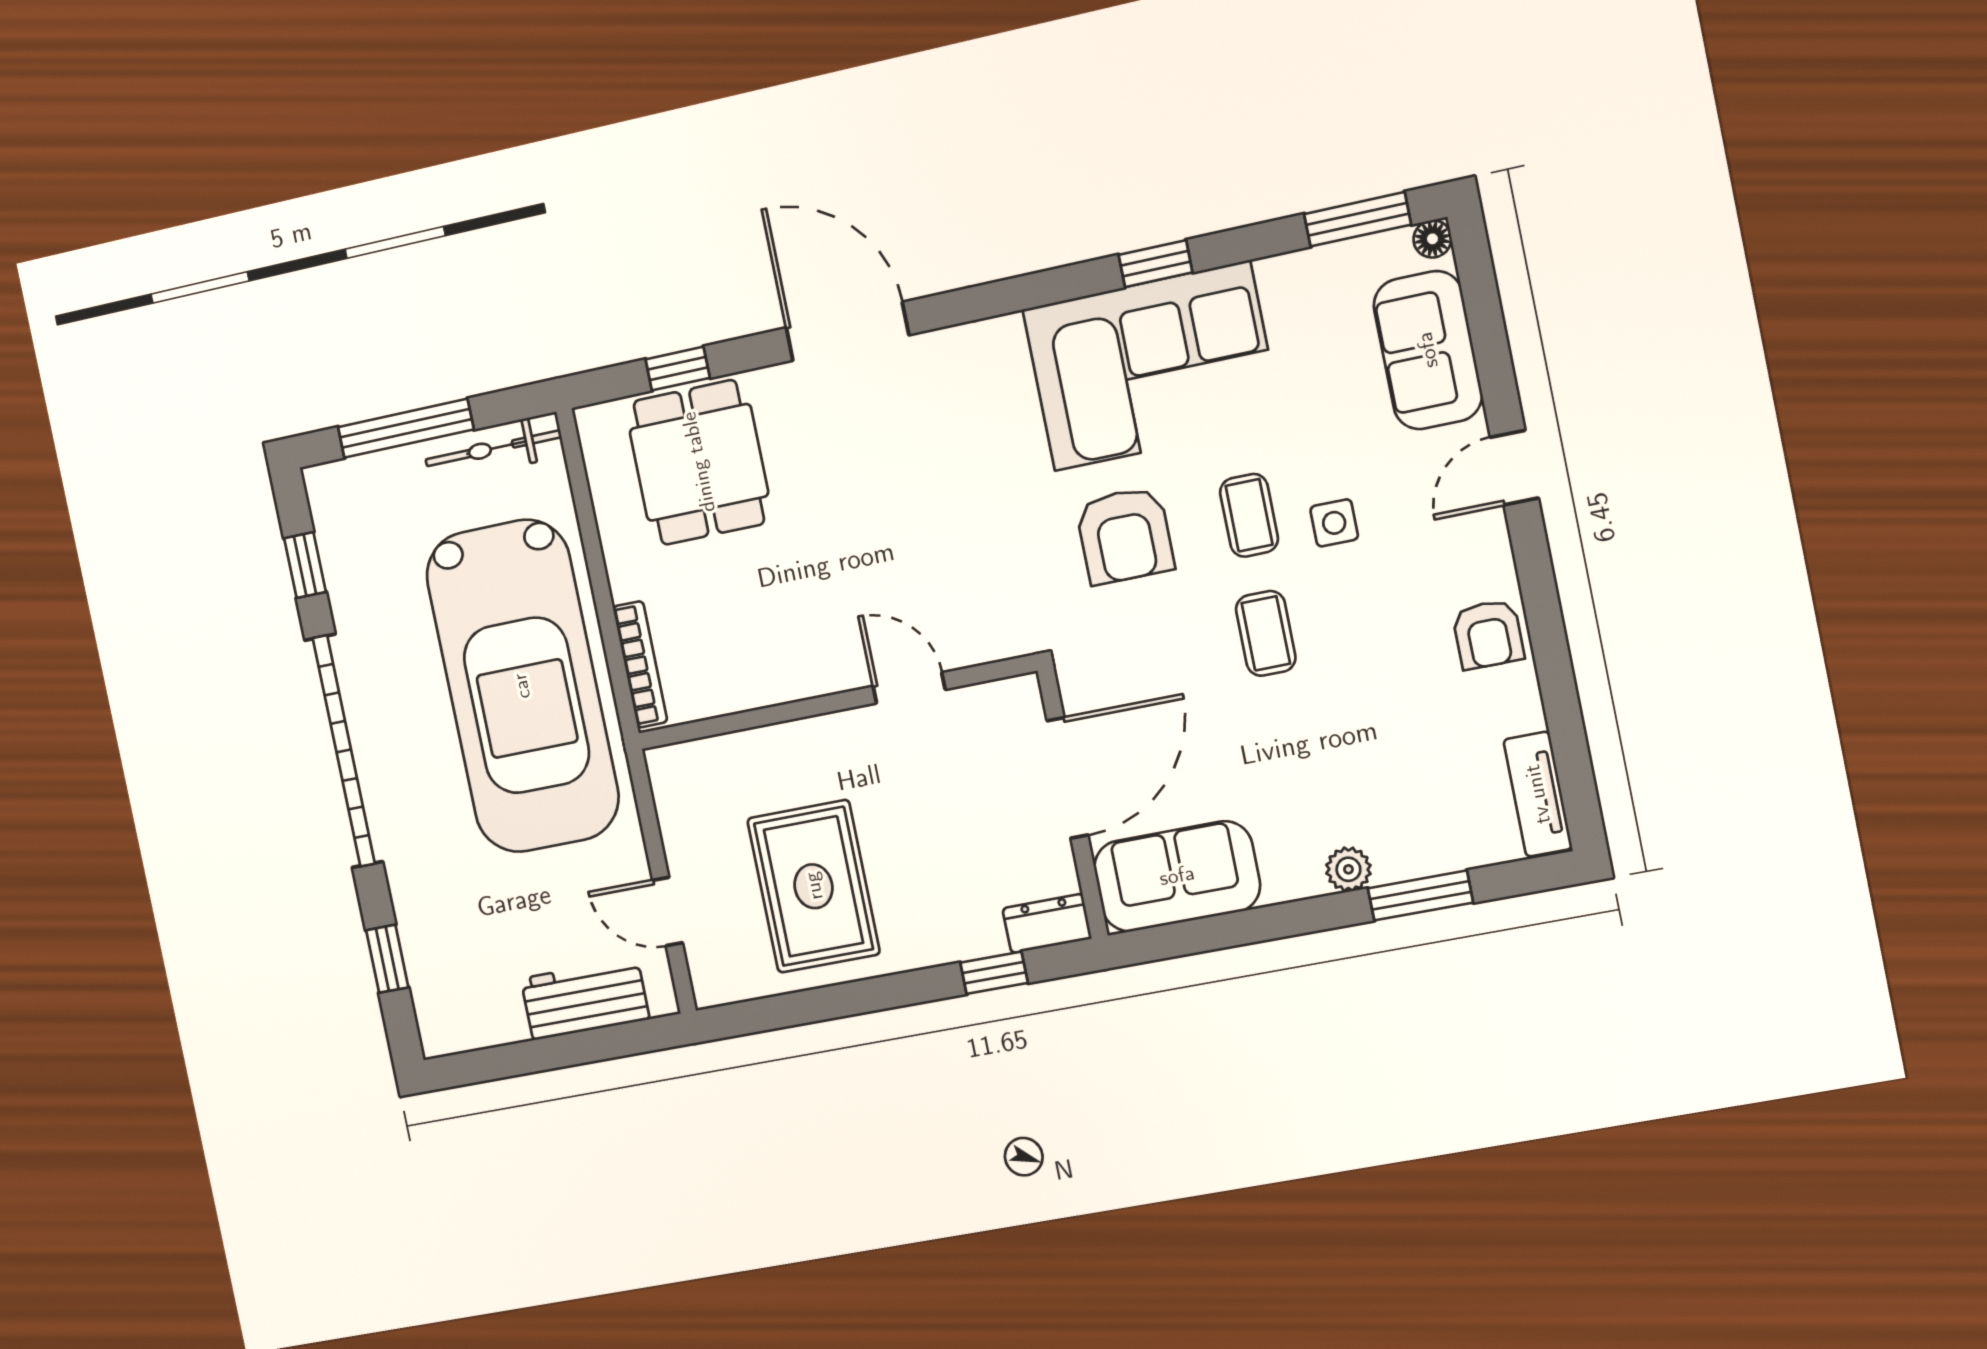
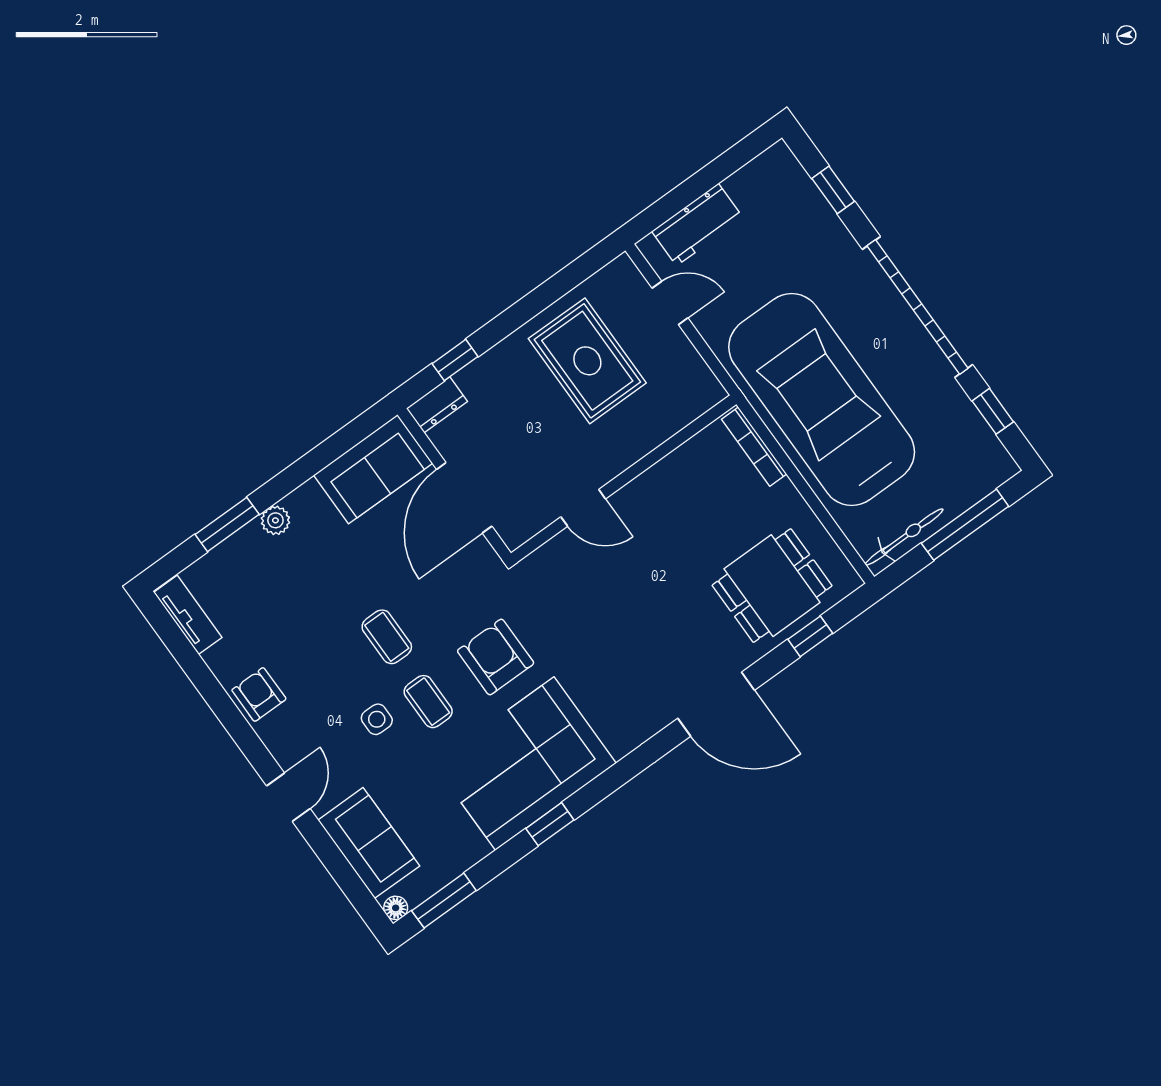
dining table: (699, 462) -> (772, 586), turned 90

